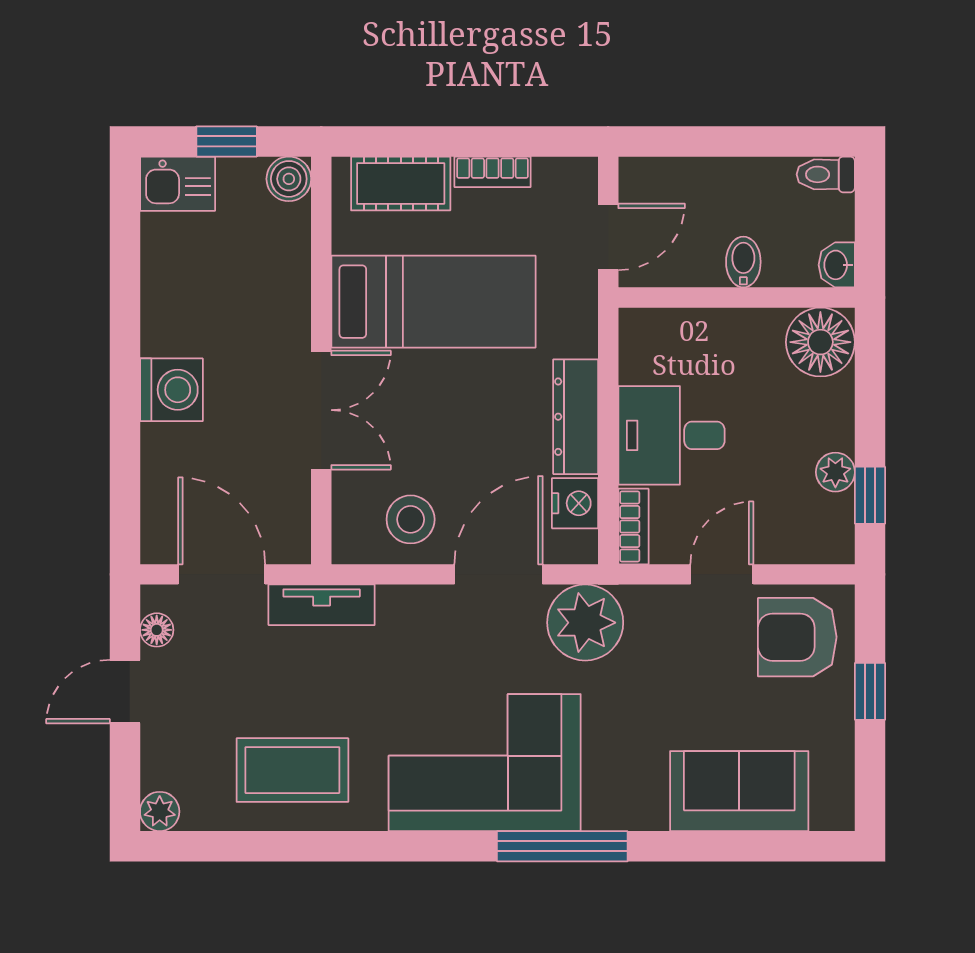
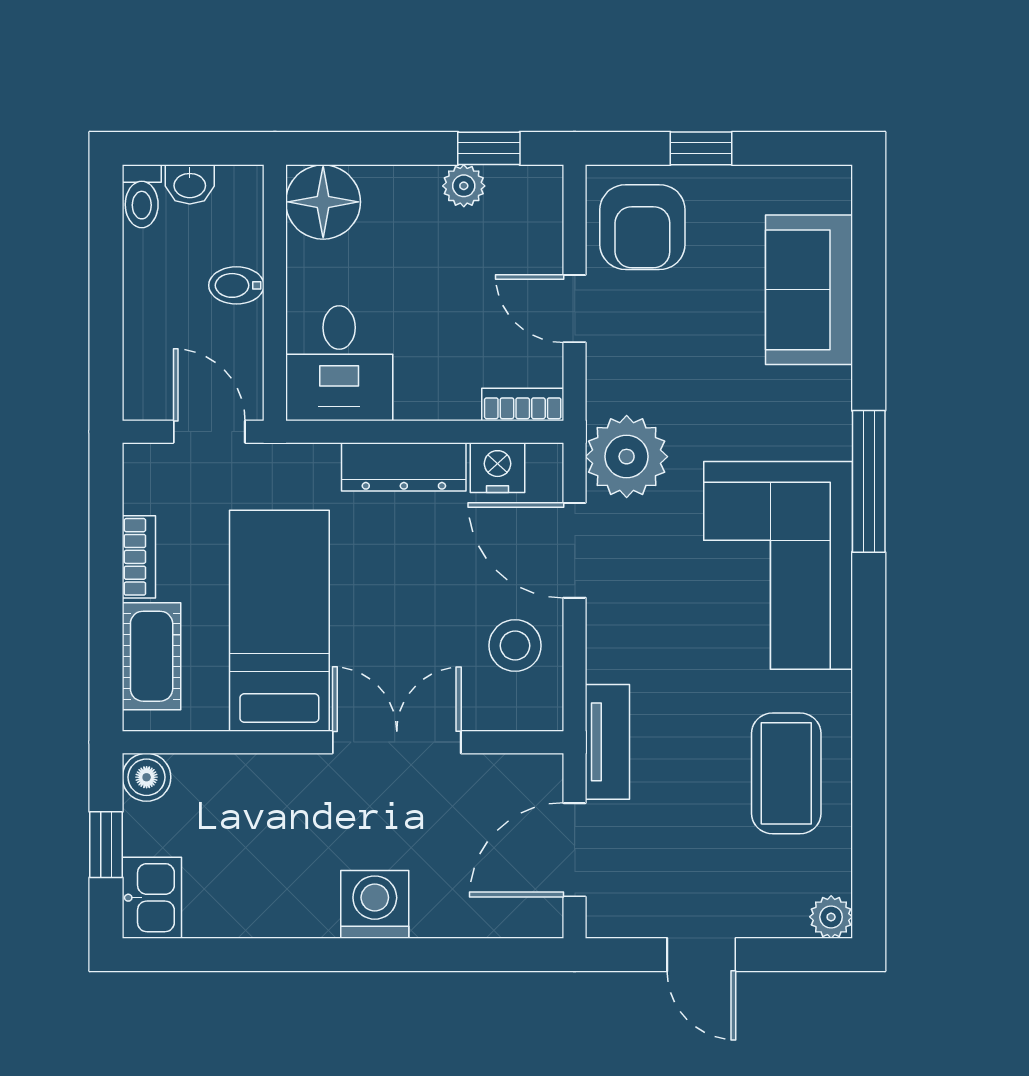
washbasin: (837, 265) -> (190, 184), moved
desk: (671, 435) -> (339, 363), moved
floor lamp: (157, 630) -> (635, 920), removed

